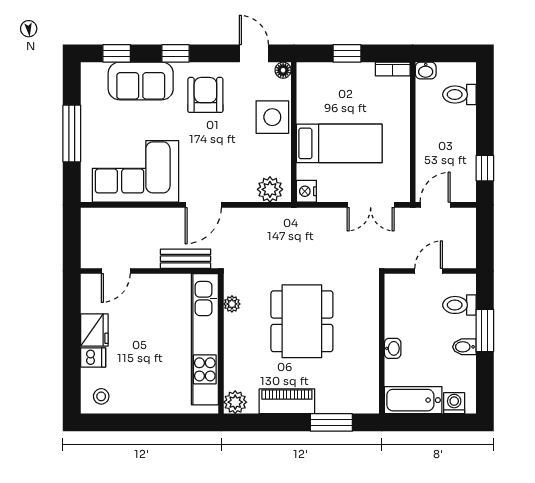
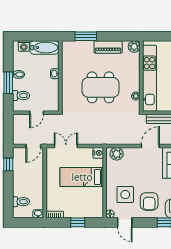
side table: (272, 117) -> (125, 195), moved
dining table: (302, 321) -> (101, 87), turned 90

